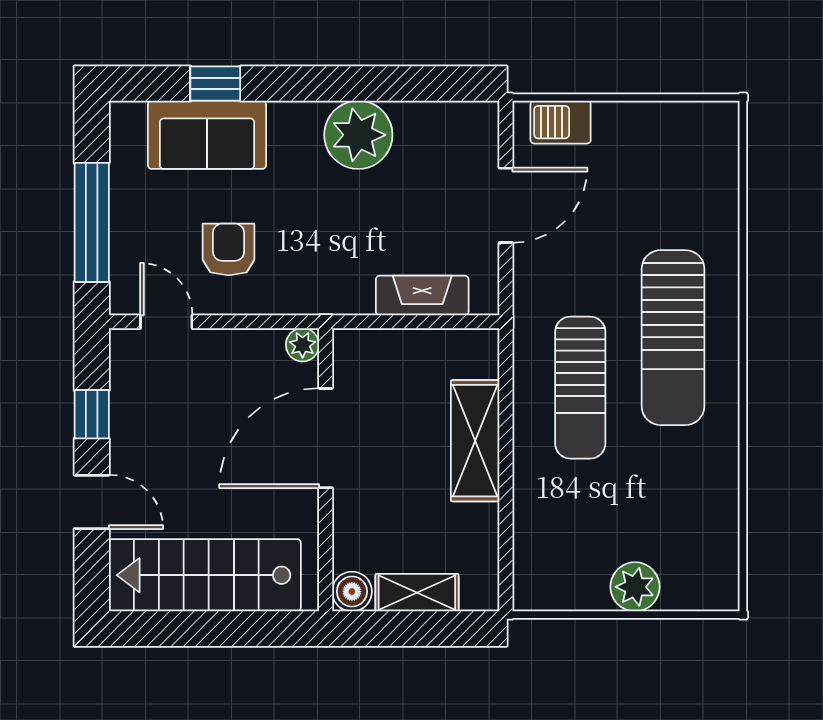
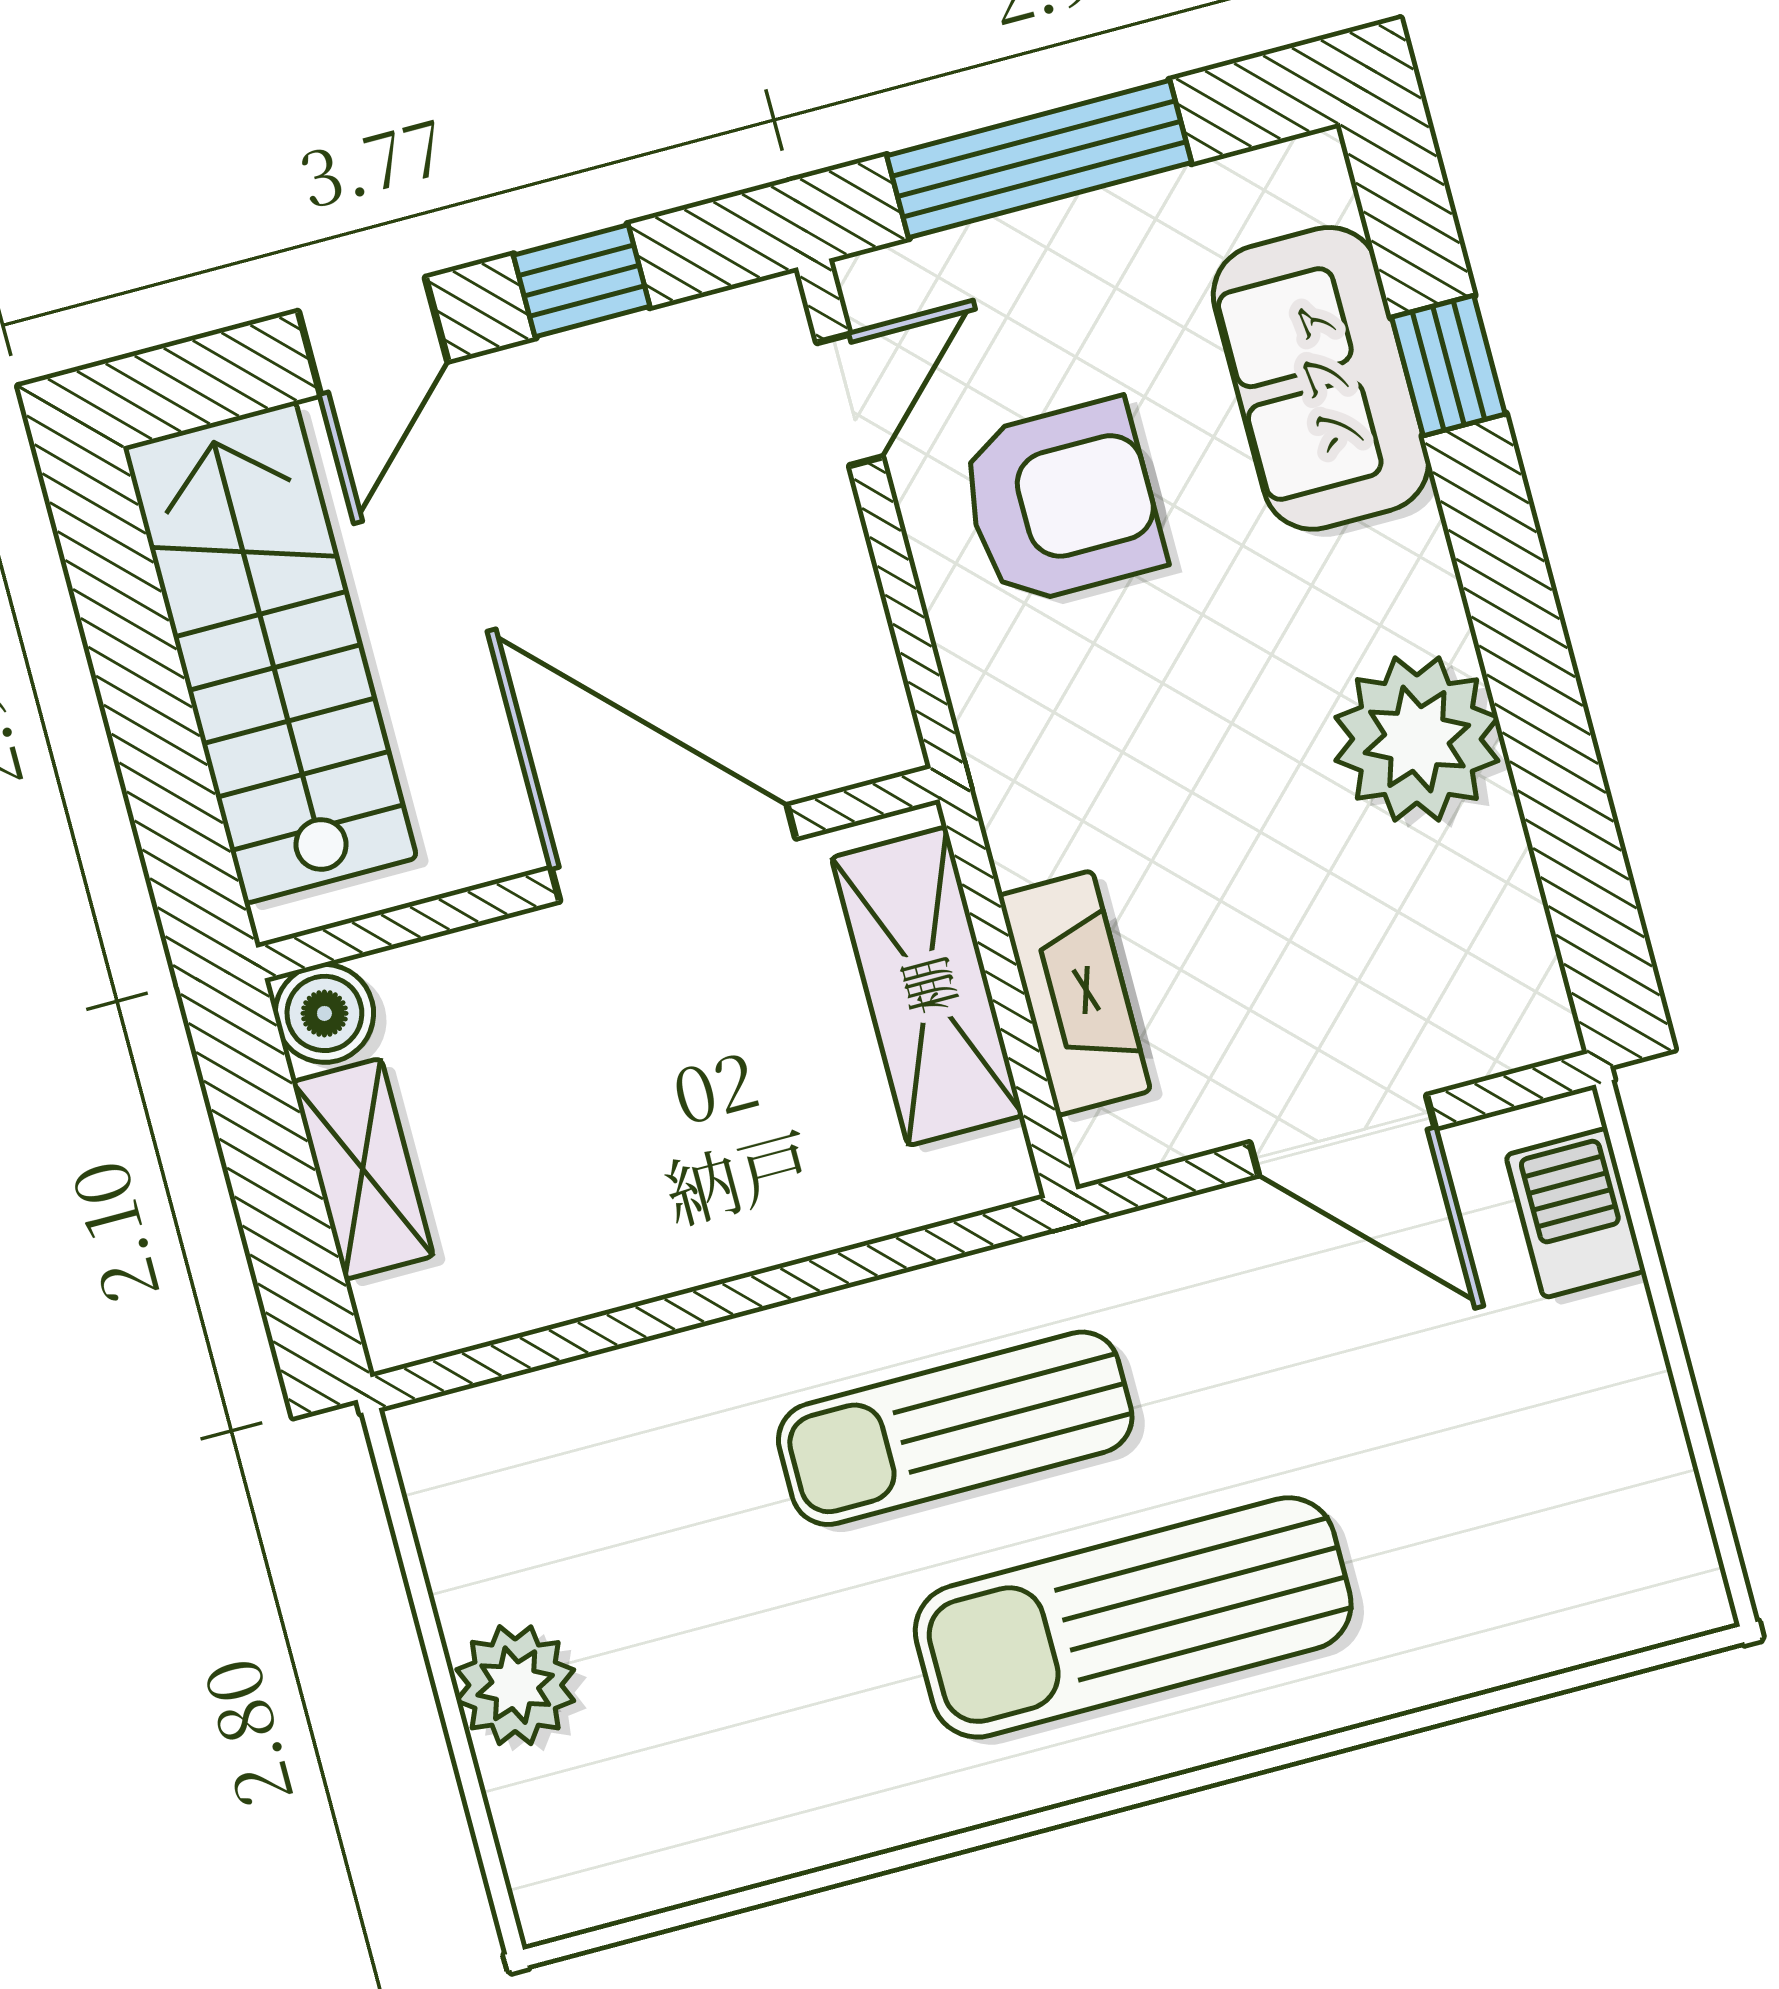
armchair: (229, 249) -> (1061, 502), width x1.38, depth x1.38
plant: (303, 345) -> (881, 739), removed
shelving: (475, 441) -> (927, 986), moved, turned 90

